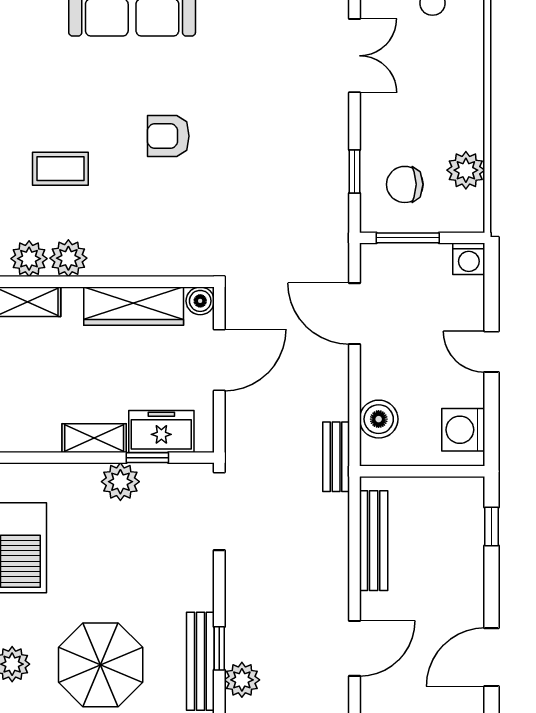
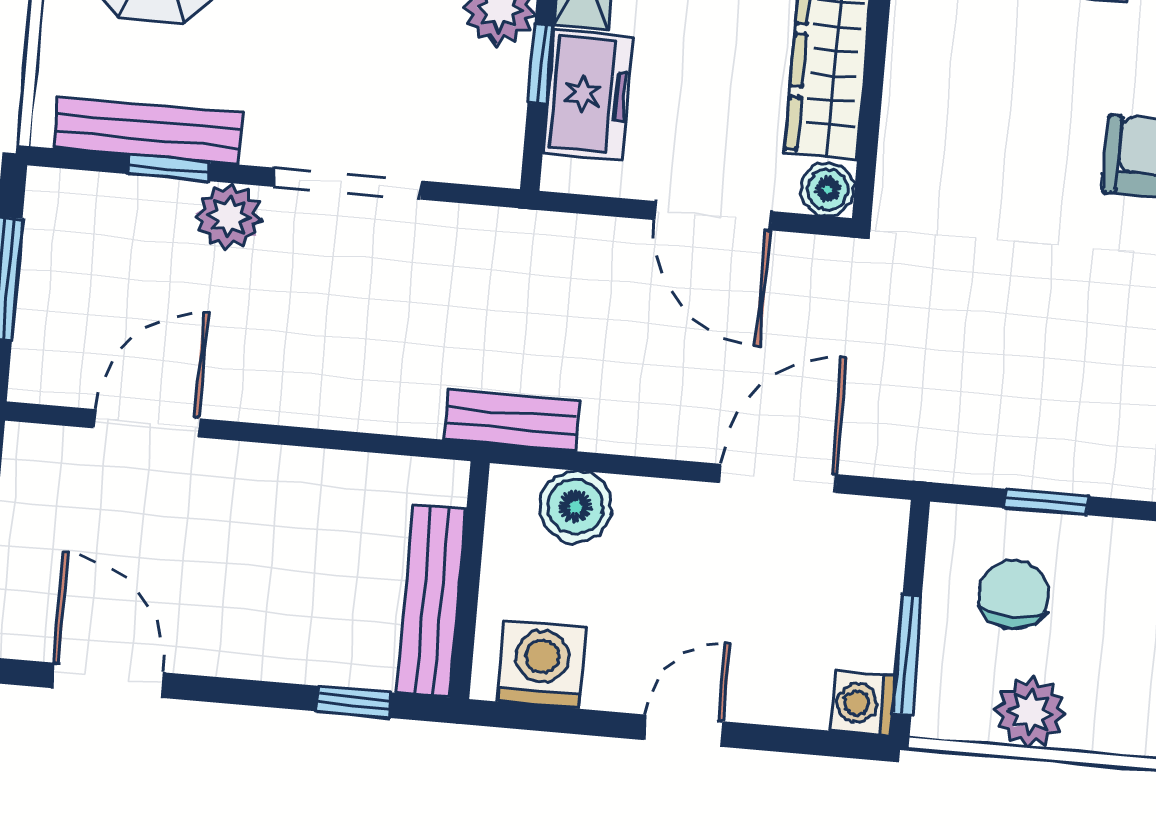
window: (408, 238) -> (907, 655), moved
doorway: (219, 511) -> (347, 184), moved
bench: (374, 541) -> (432, 601), moved, turned 90
door: (355, 648) -> (147, 423), swing flipped
plant: (242, 680) -> (229, 216), moved

